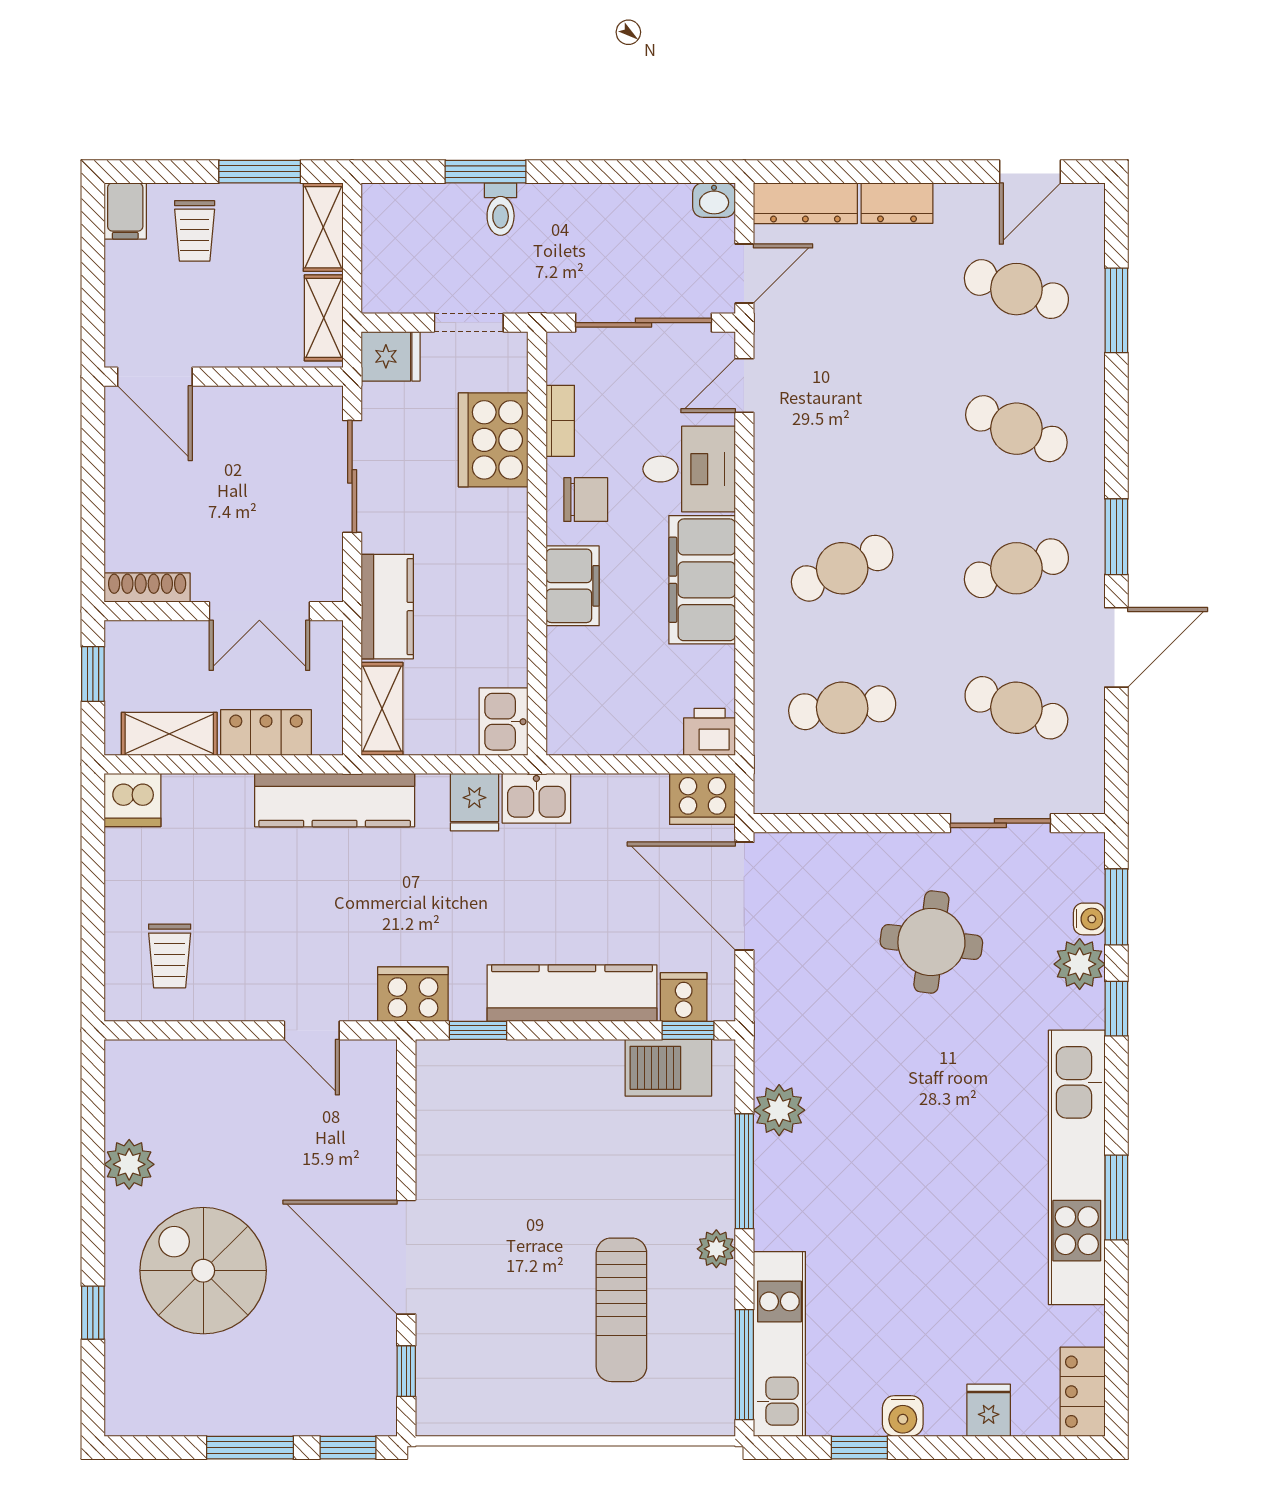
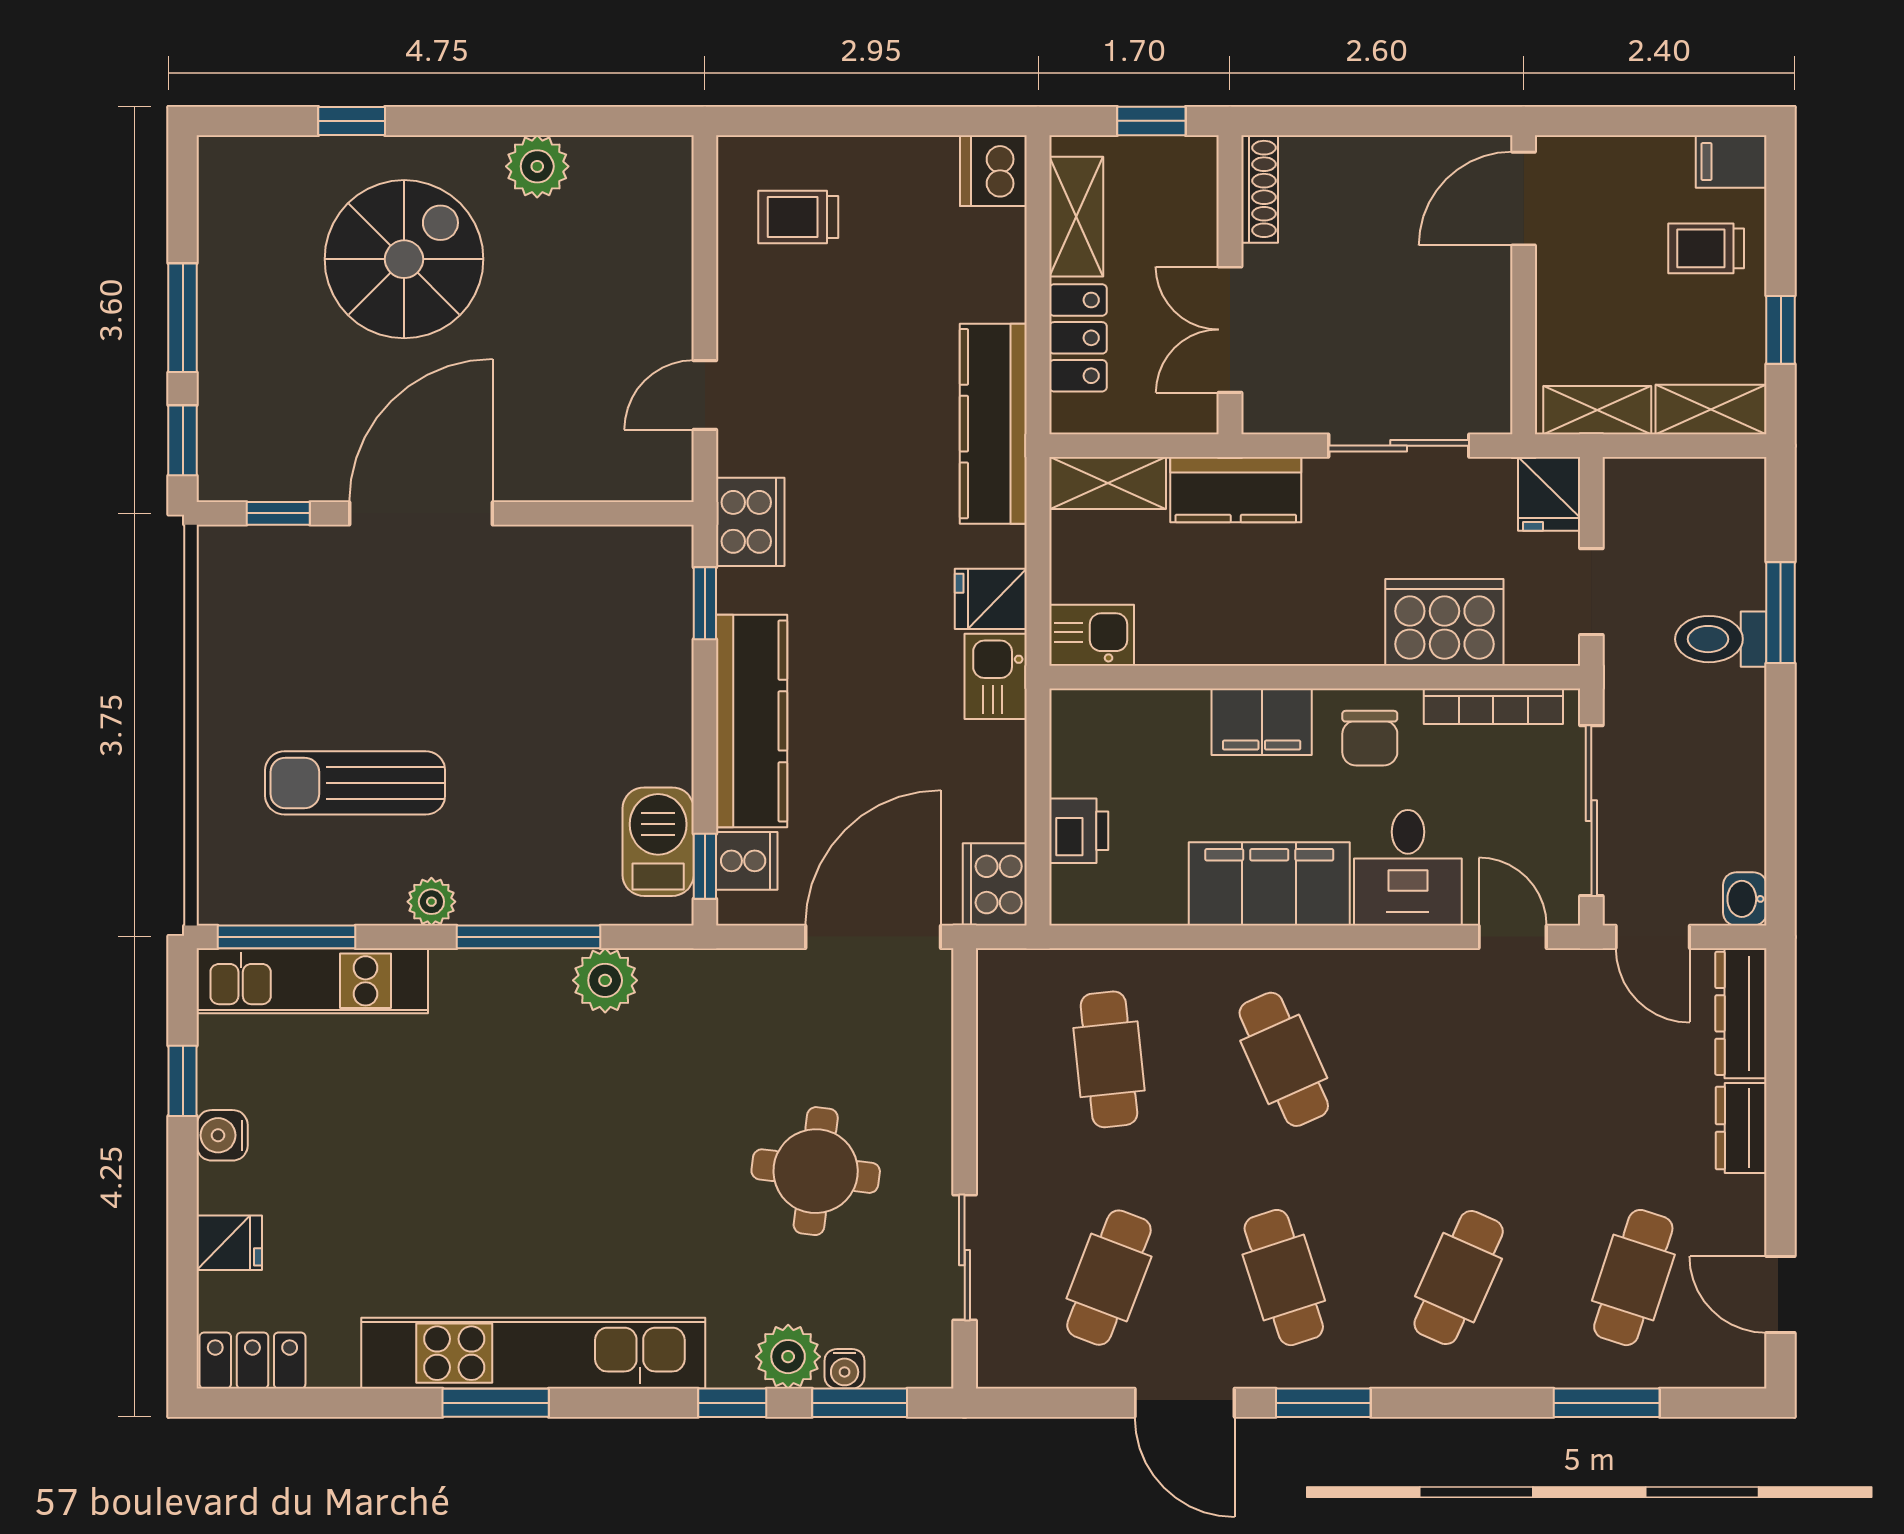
window: (260, 172) -> (1781, 330), width x0.67
toilet: (501, 209) -> (1721, 639), width x1.37, depth x1.39
bookcase: (560, 421) -> (1493, 706), width x1.56
printer: (710, 732) -> (1079, 831), moved

